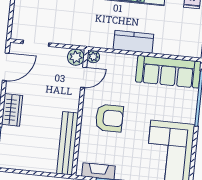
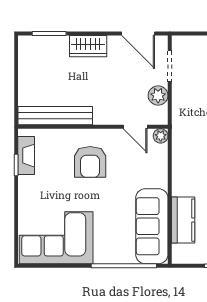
kitchen counter: (133, 42) -> (183, 220), moved
plant: (76, 57) -> (158, 96), moved

